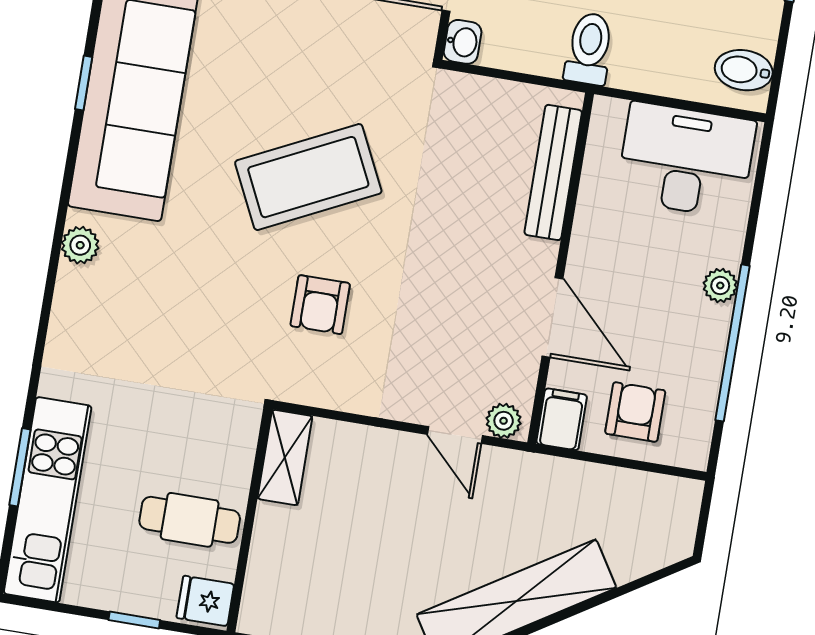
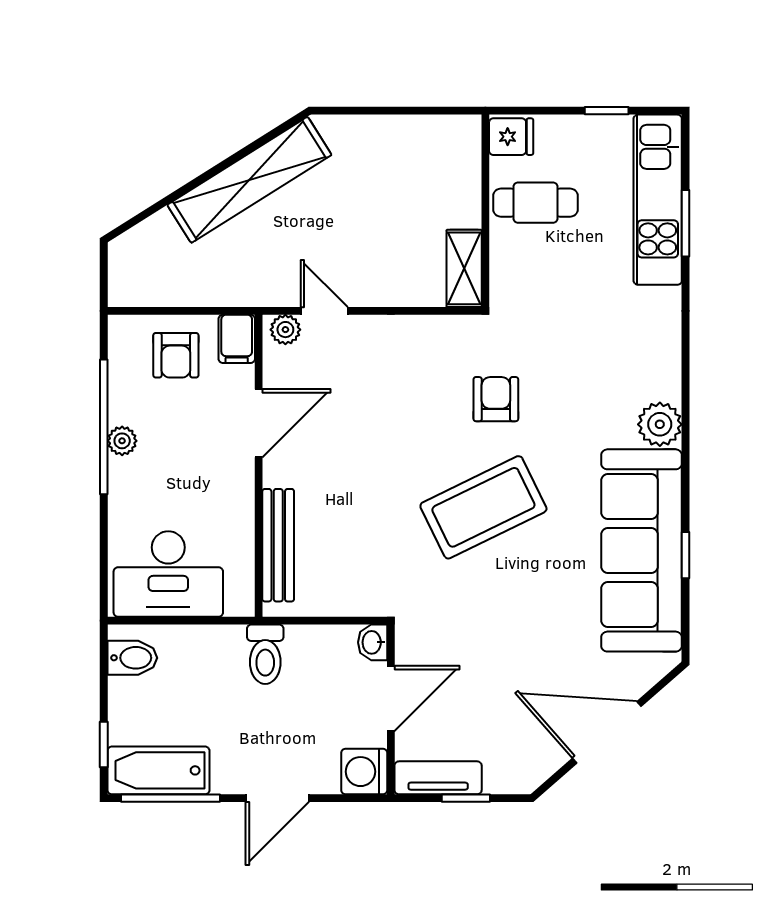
plant: (80, 245) -> (660, 424), width x1.38, depth x1.38
plant: (720, 285) -> (122, 441), moved
armchair: (320, 305) -> (496, 399), moved
door: (552, 317) -> (259, 423), swing flipped
window: (134, 620) -> (607, 111), moved

